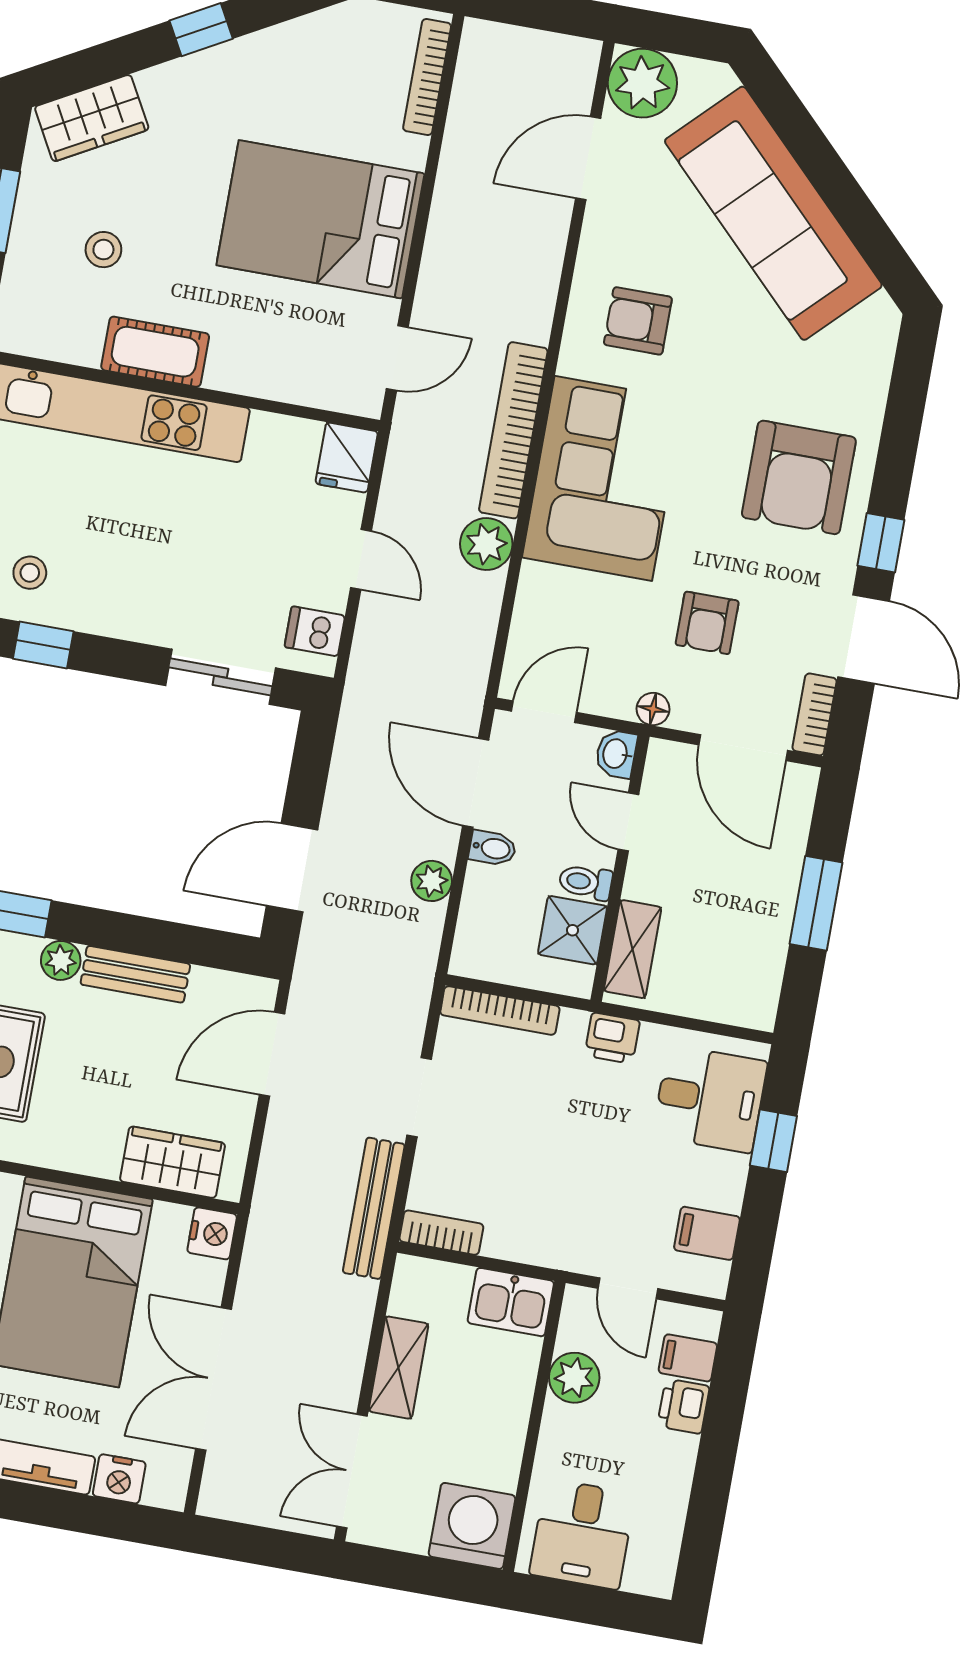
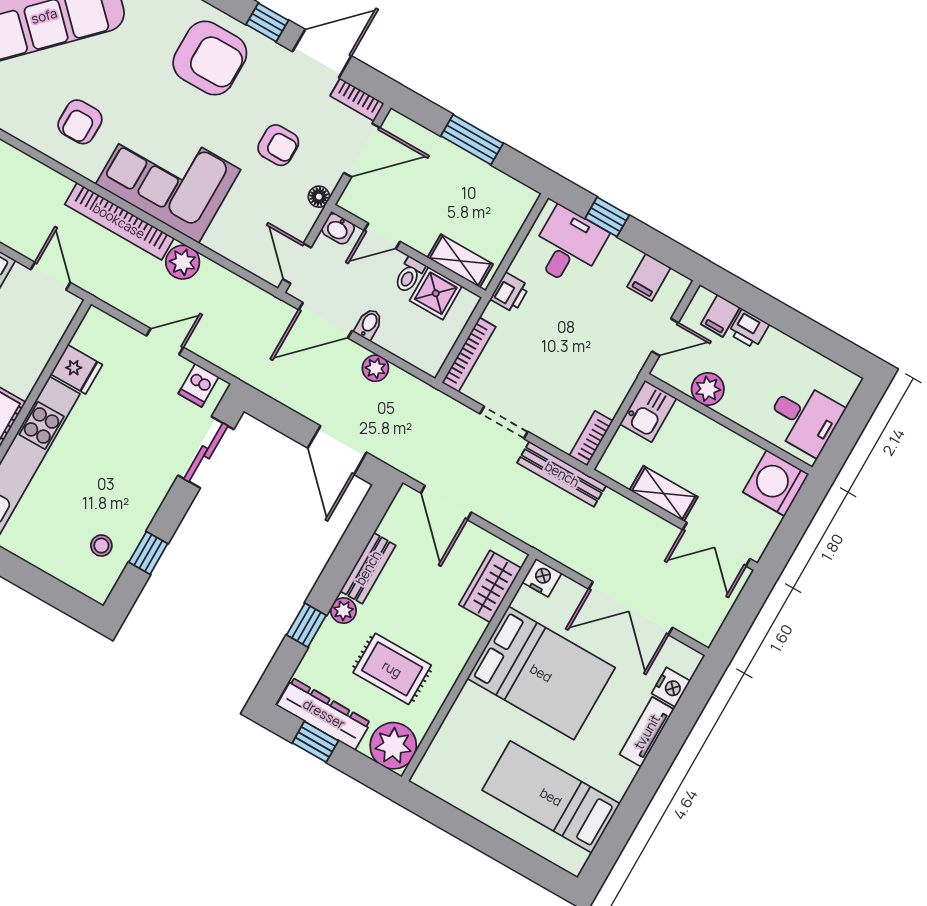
fridge: (347, 458) -> (76, 369), moved

